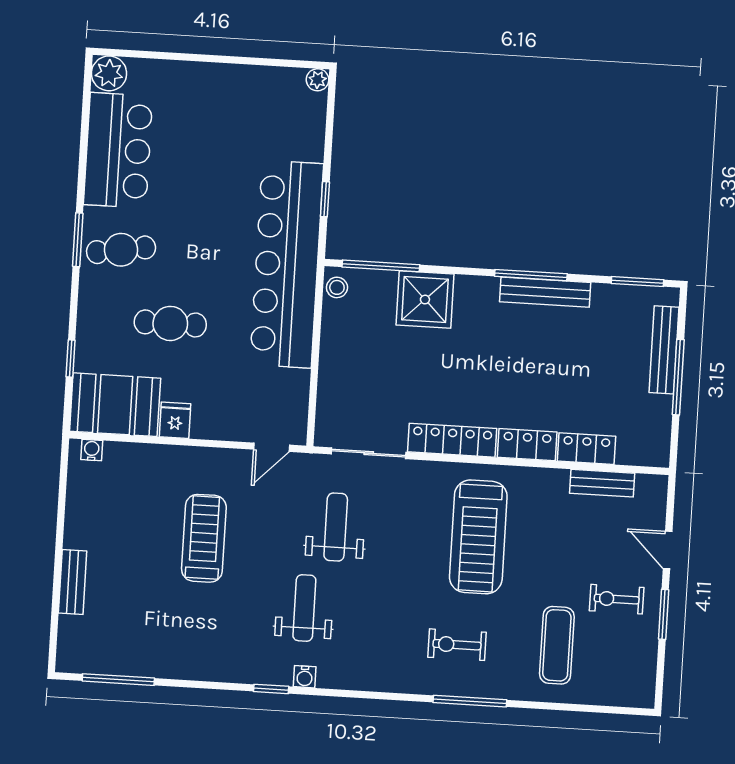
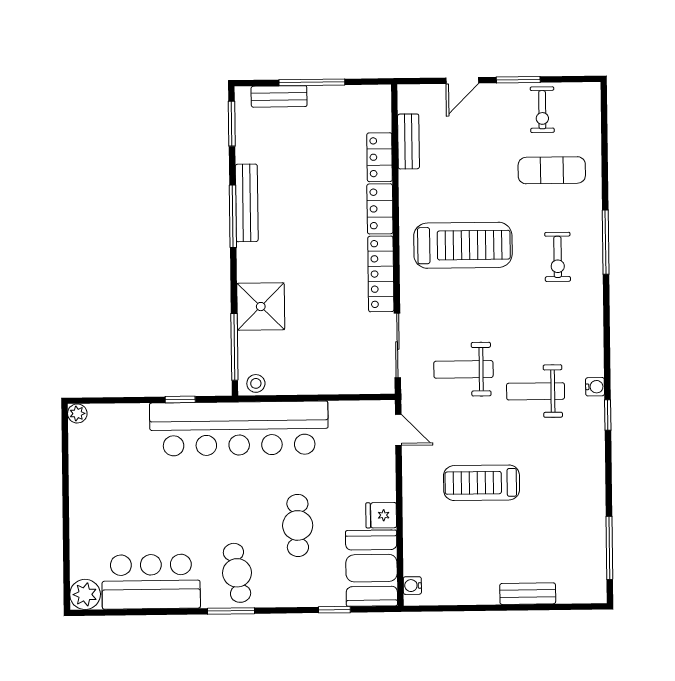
bench: (664, 350) -> (279, 96), width x0.73
exercise bike: (617, 599) -> (542, 110), moved

